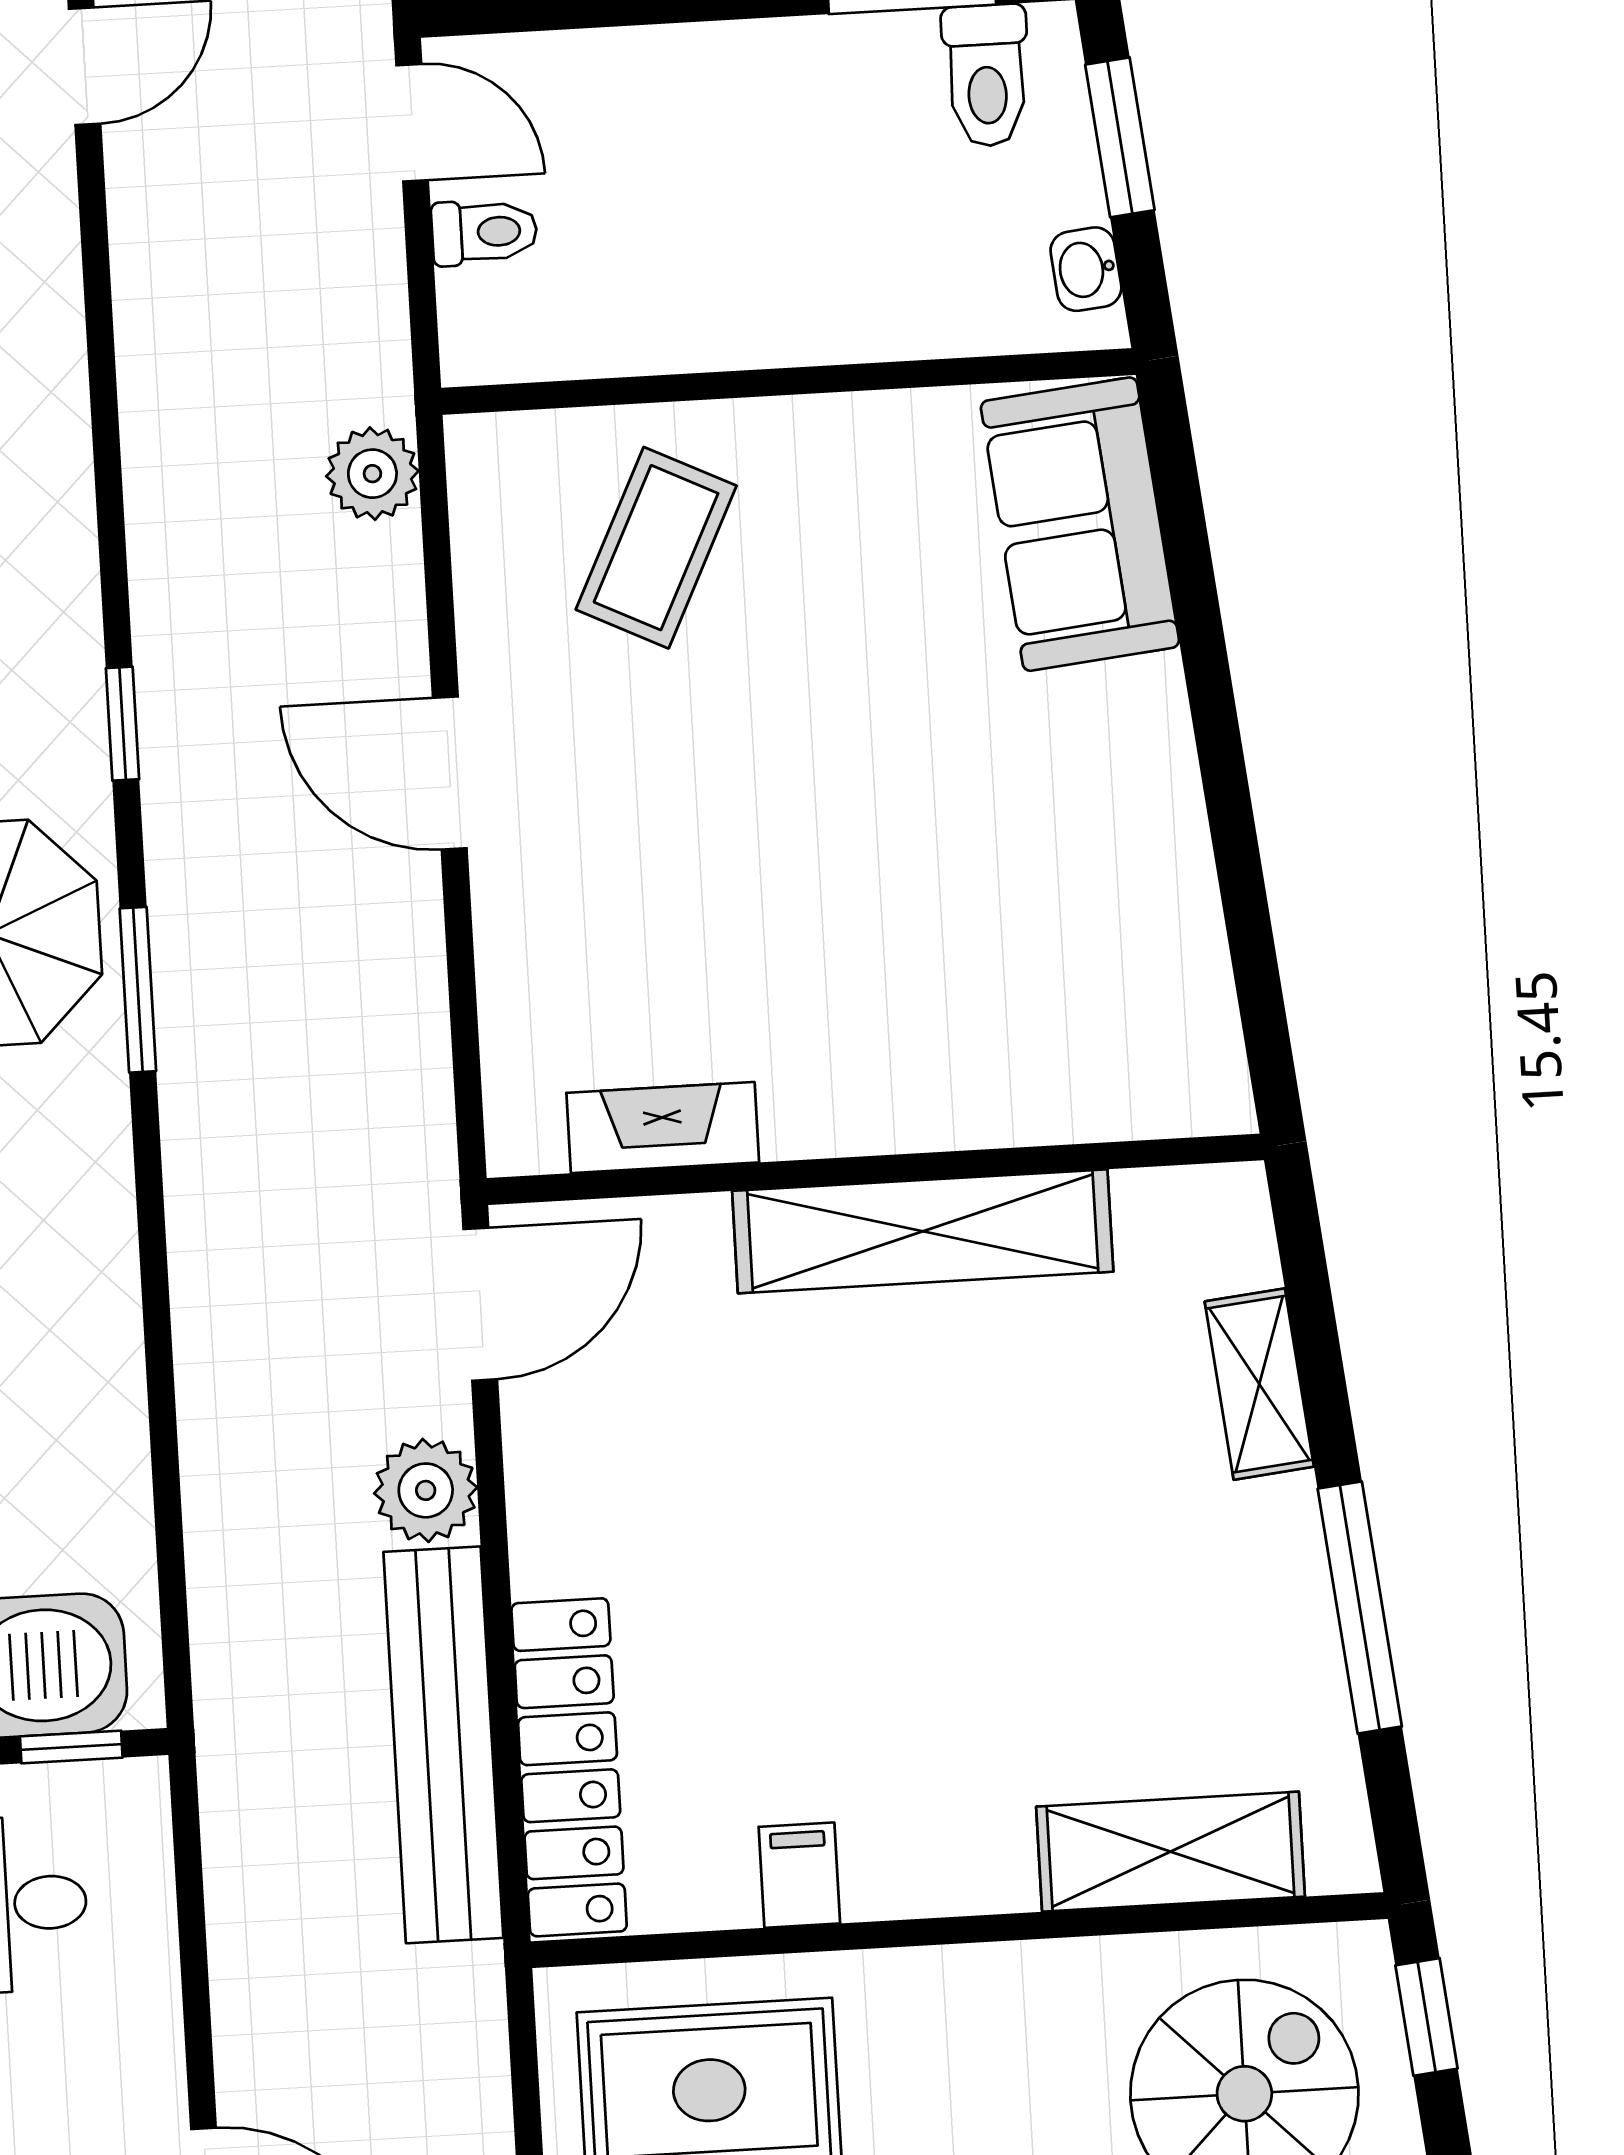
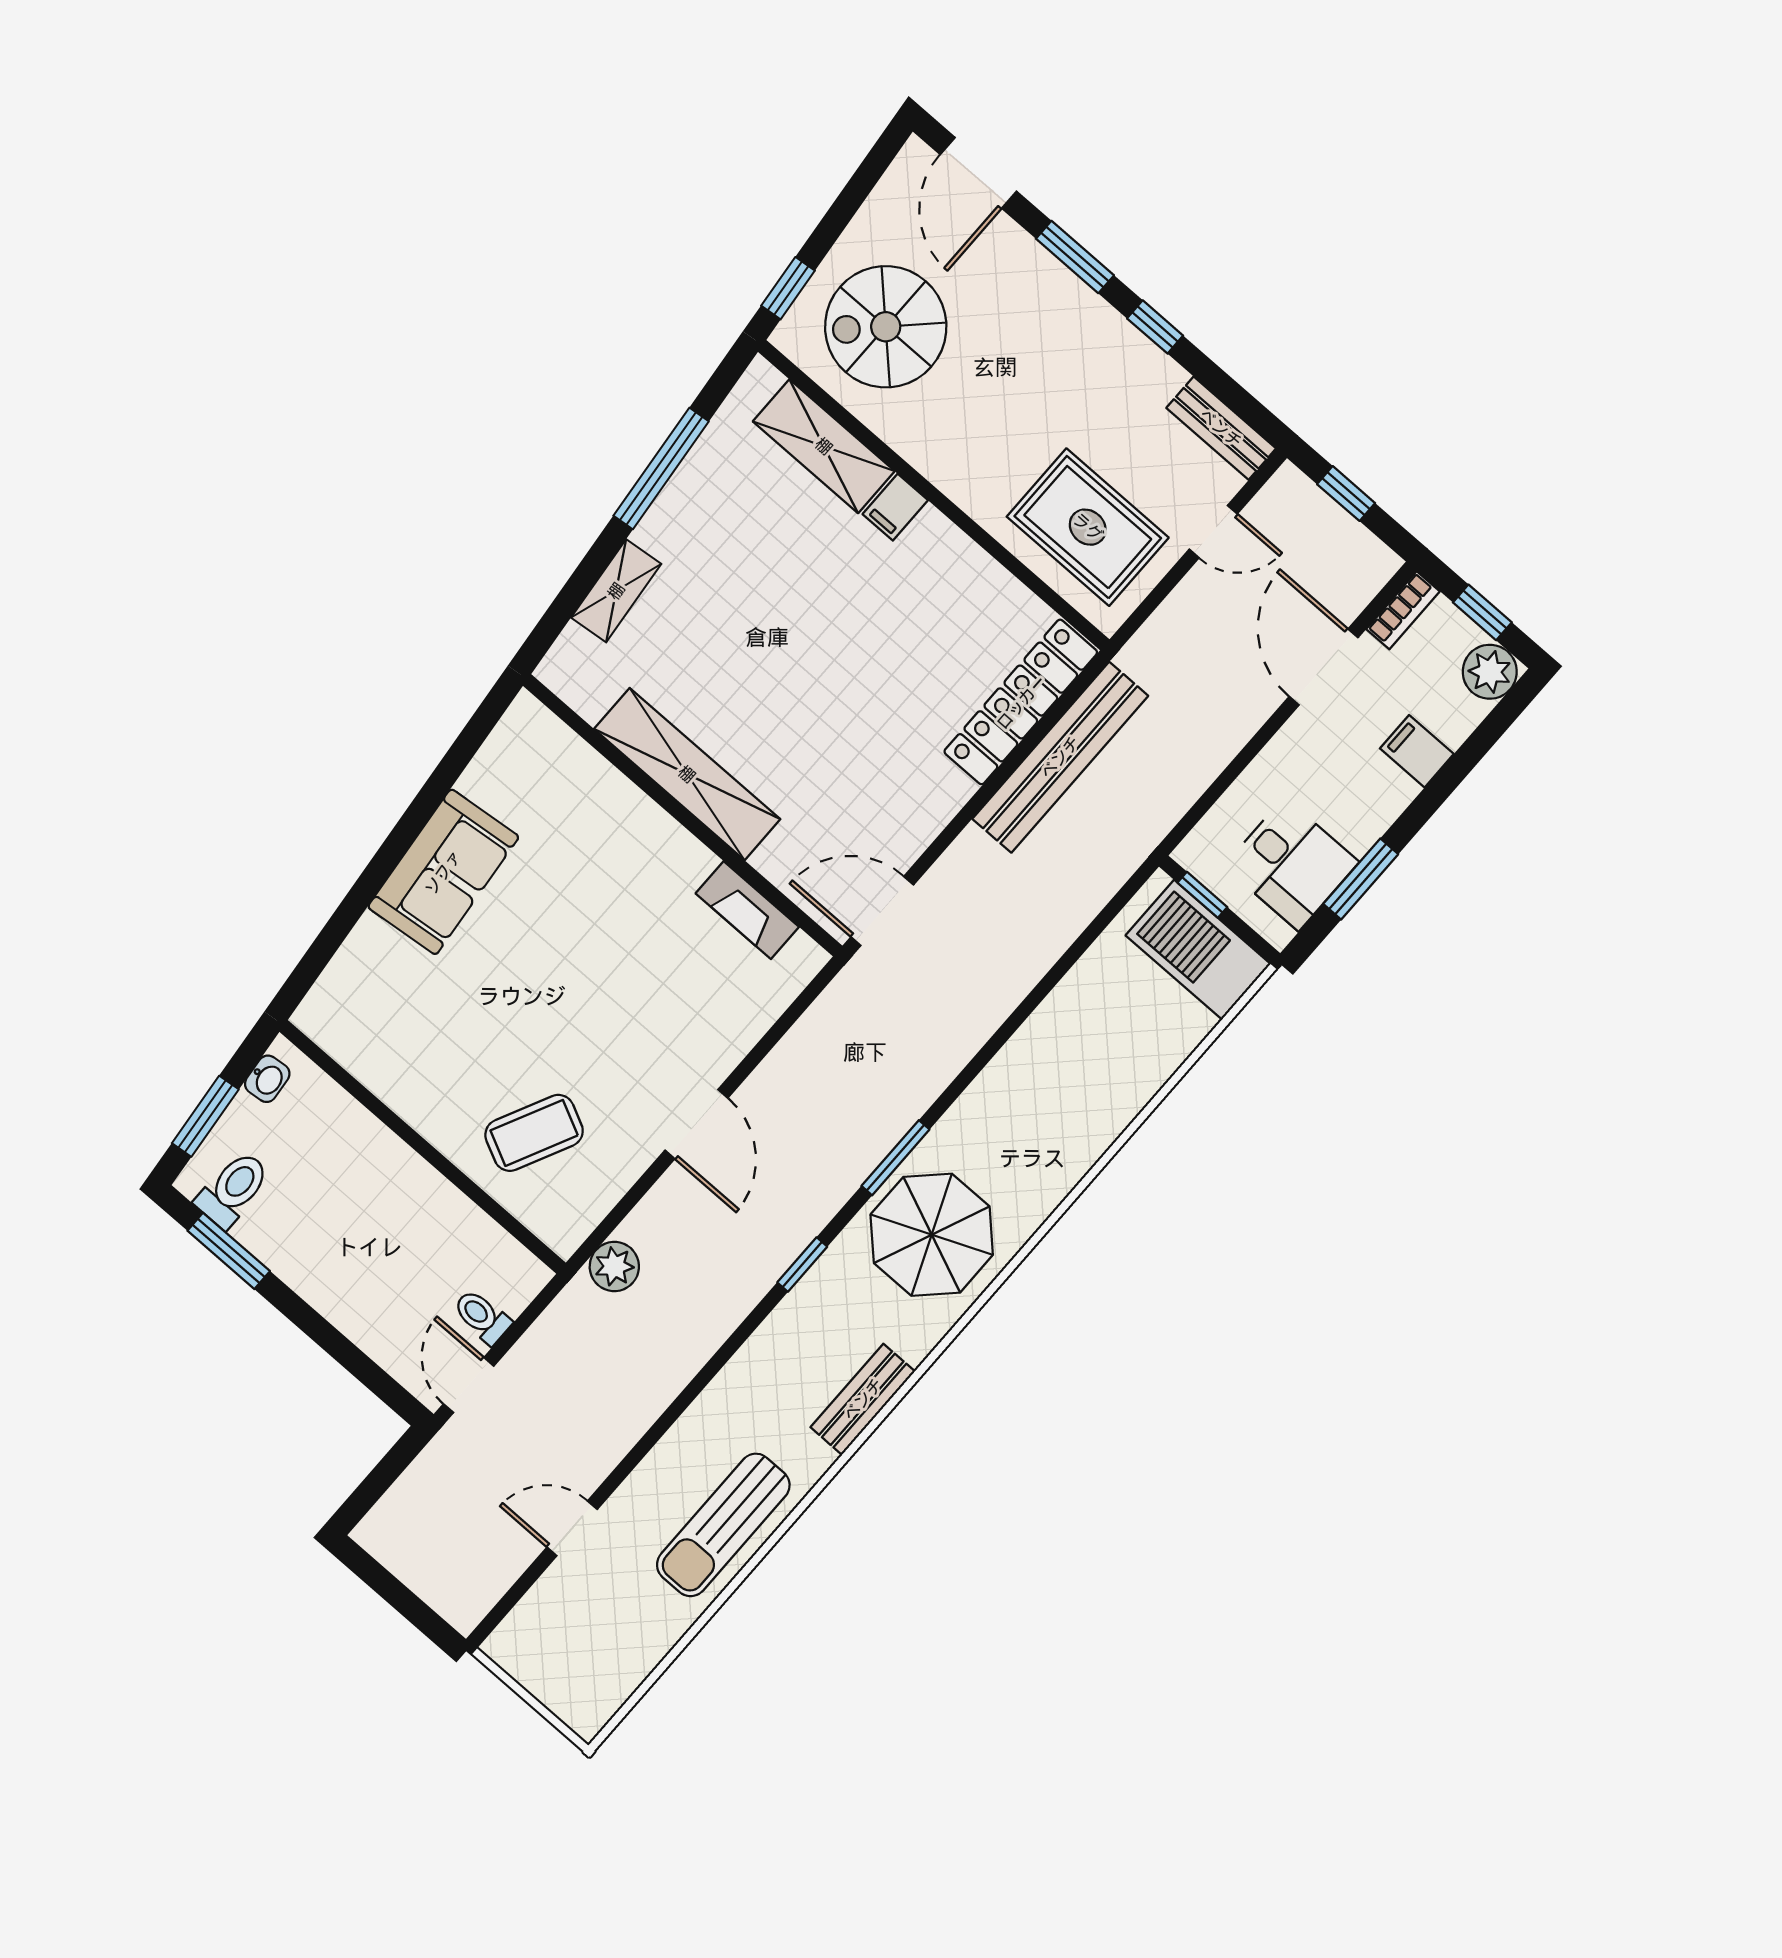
sofa: (1080, 524) -> (443, 872), moved
plant: (426, 1490) -> (972, 860), removed
filing cabinet: (799, 1875) -> (895, 507), moved

